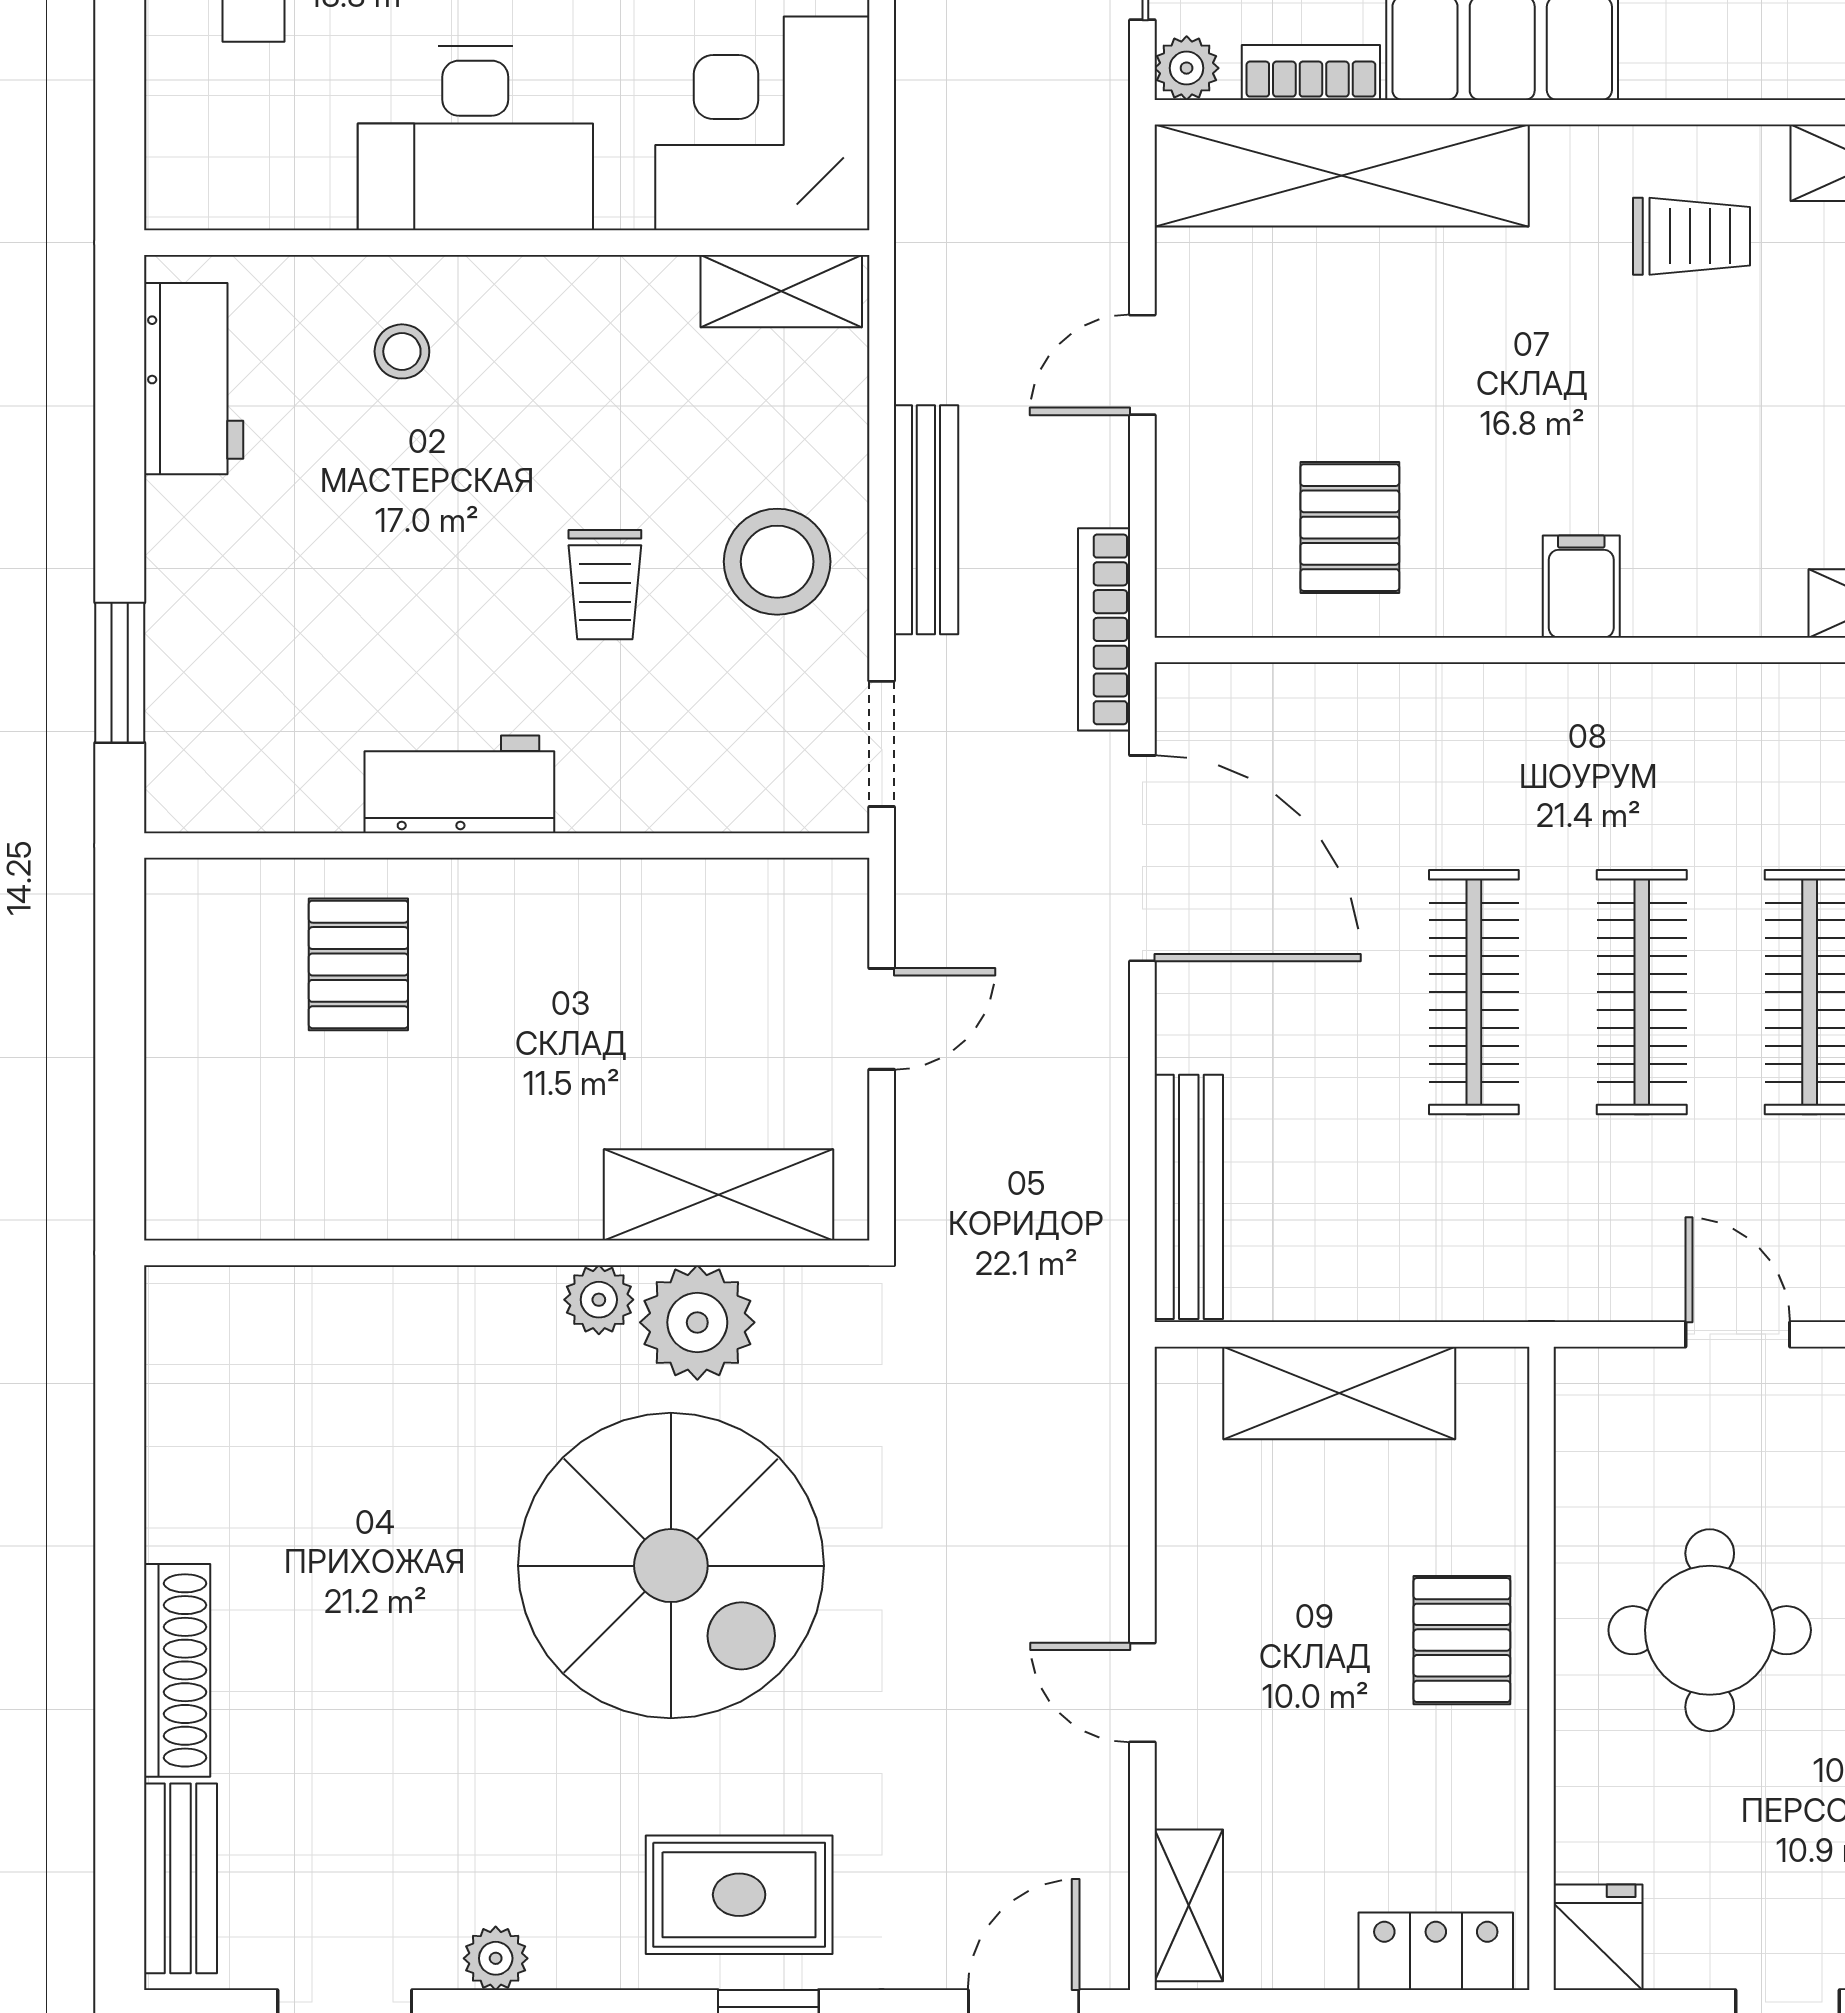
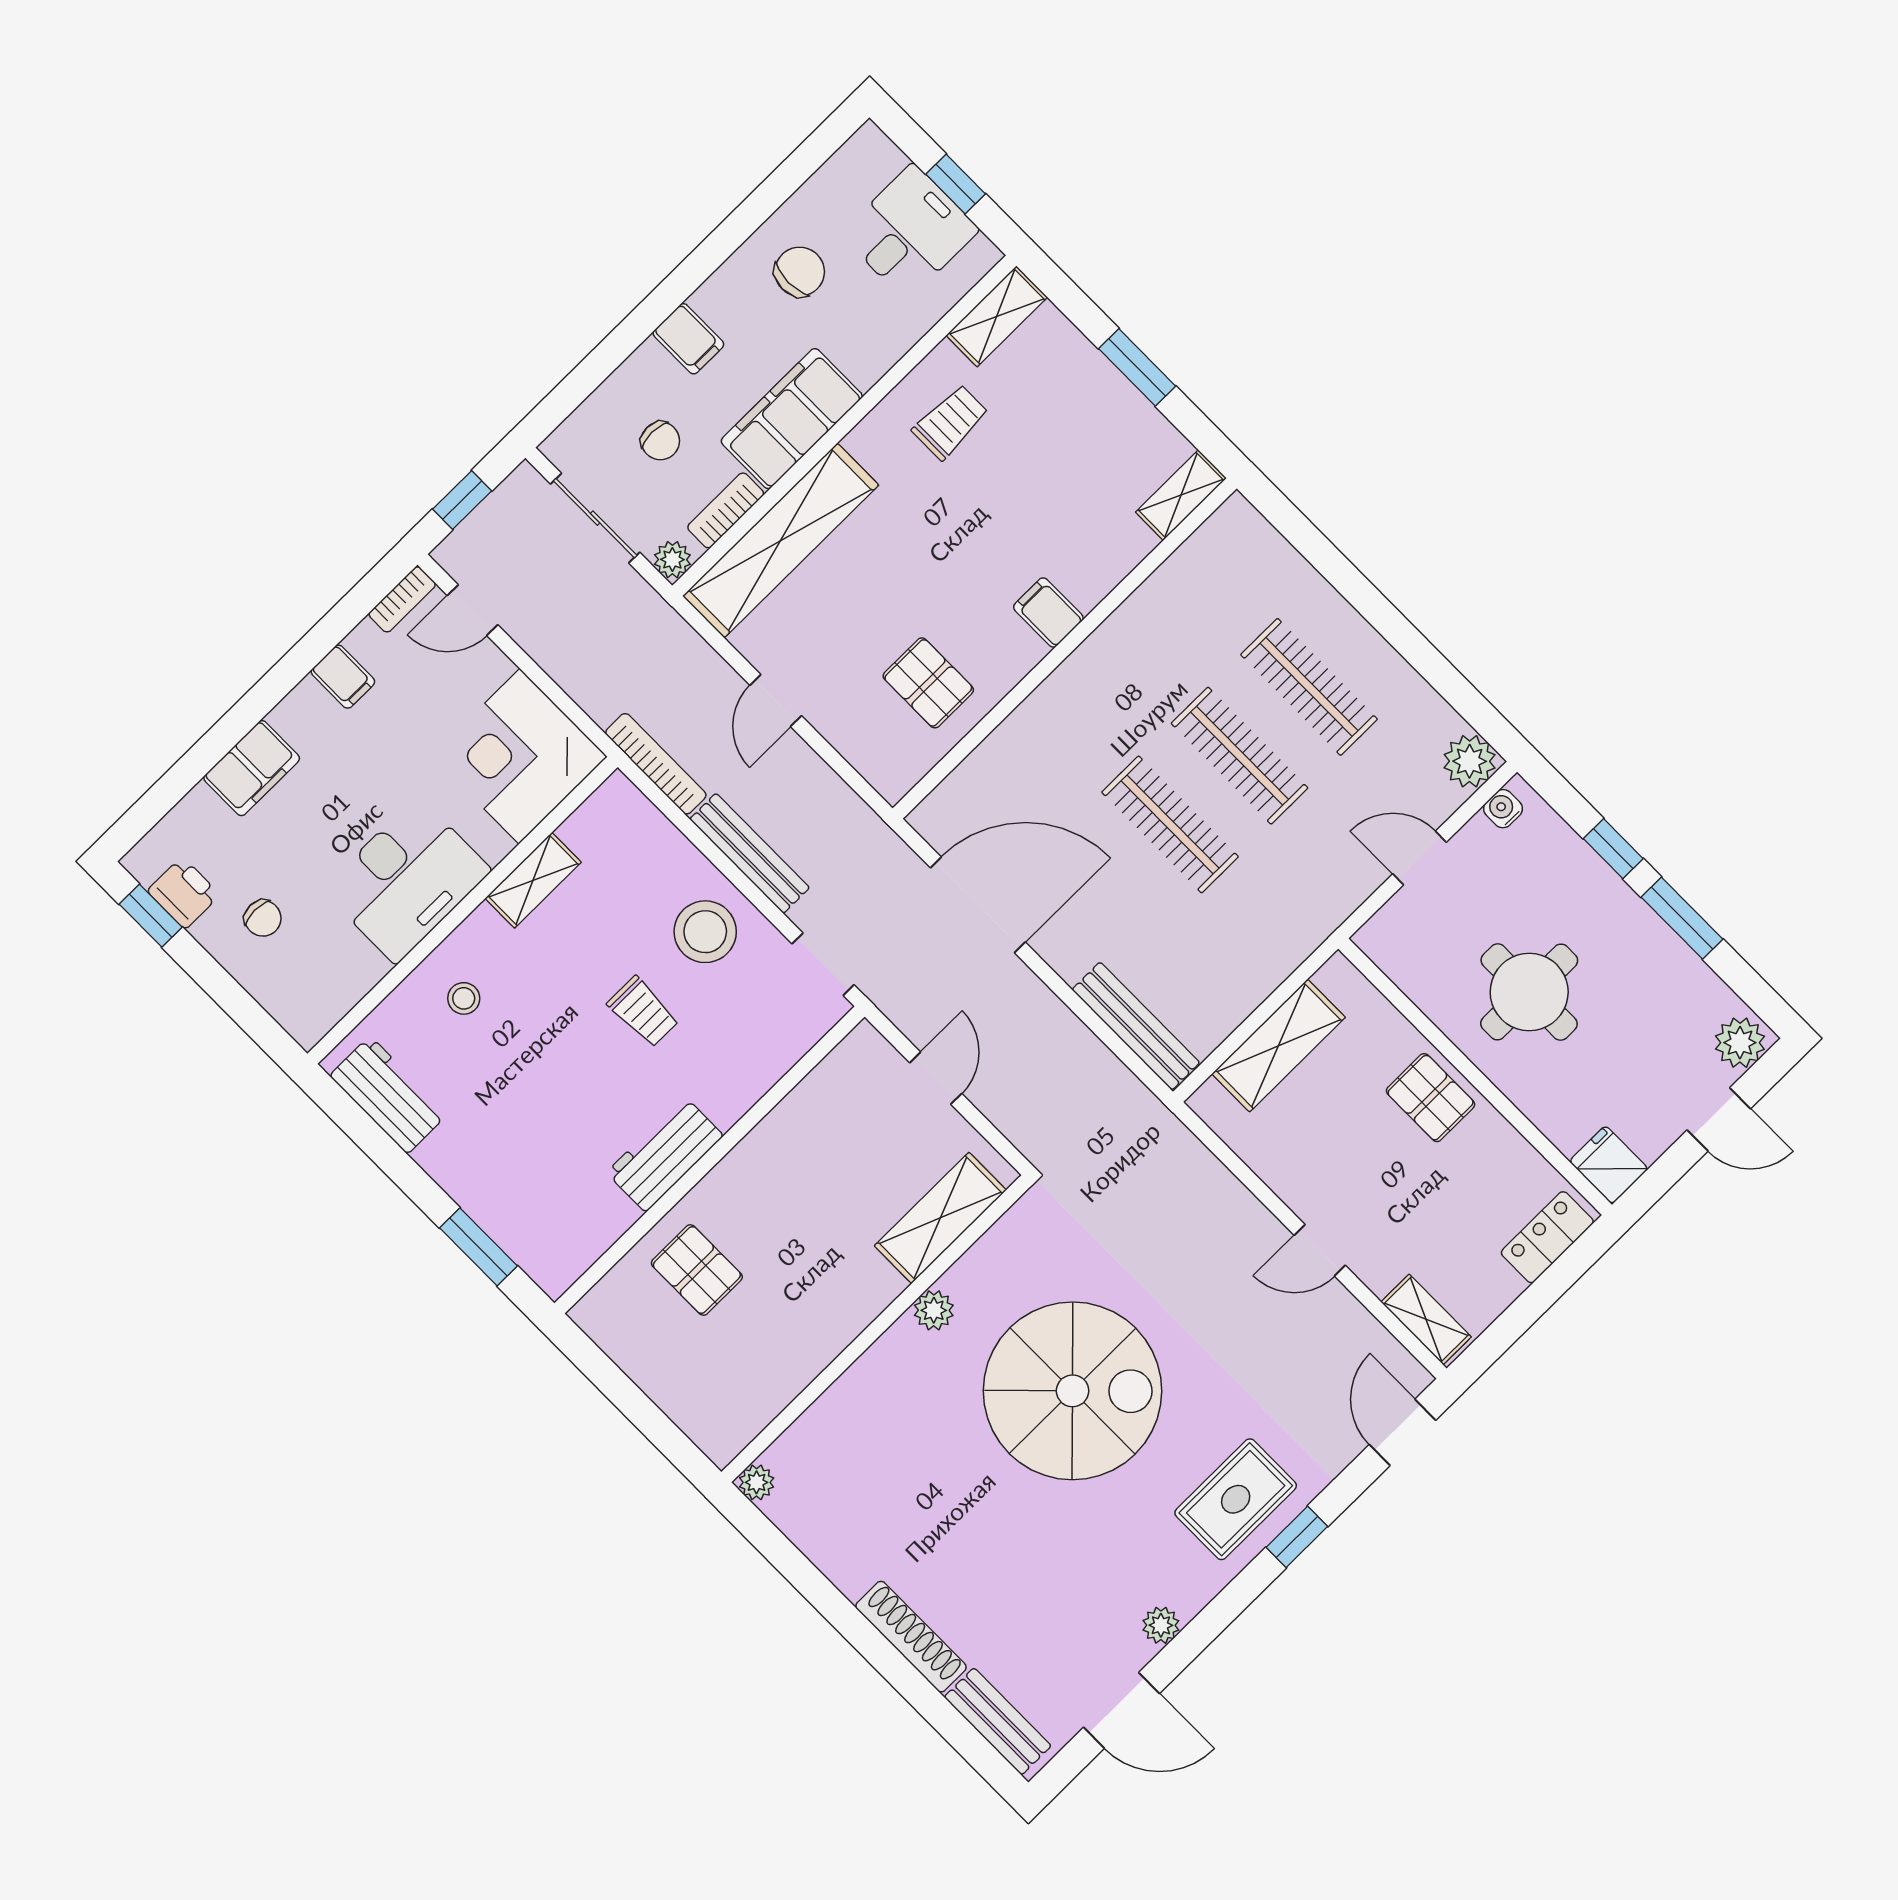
shelving: (781, 291) -> (533, 880), moved
bookcase: (1104, 629) -> (656, 764), moved, turned 180
plant: (697, 1322) -> (757, 1482), moved, width x0.53, depth x0.53

